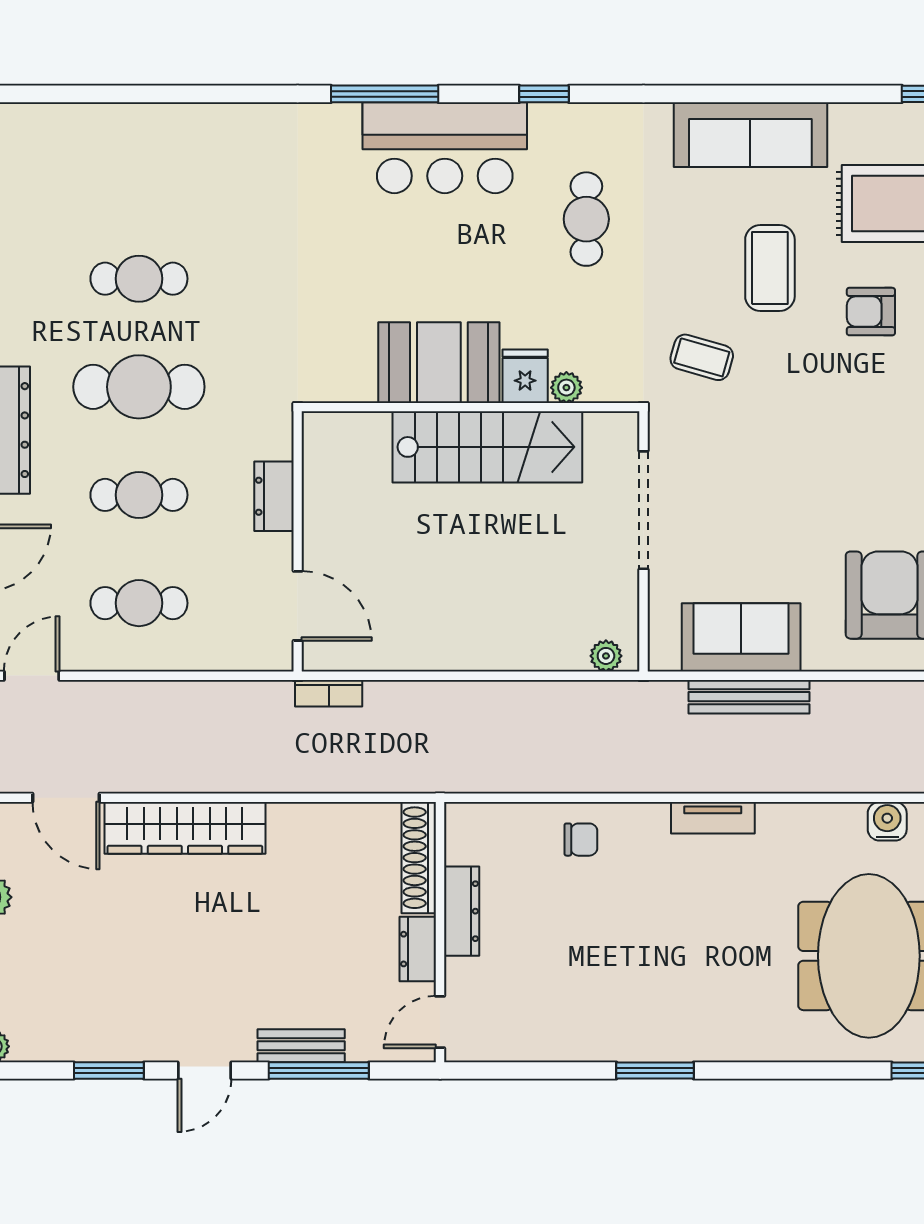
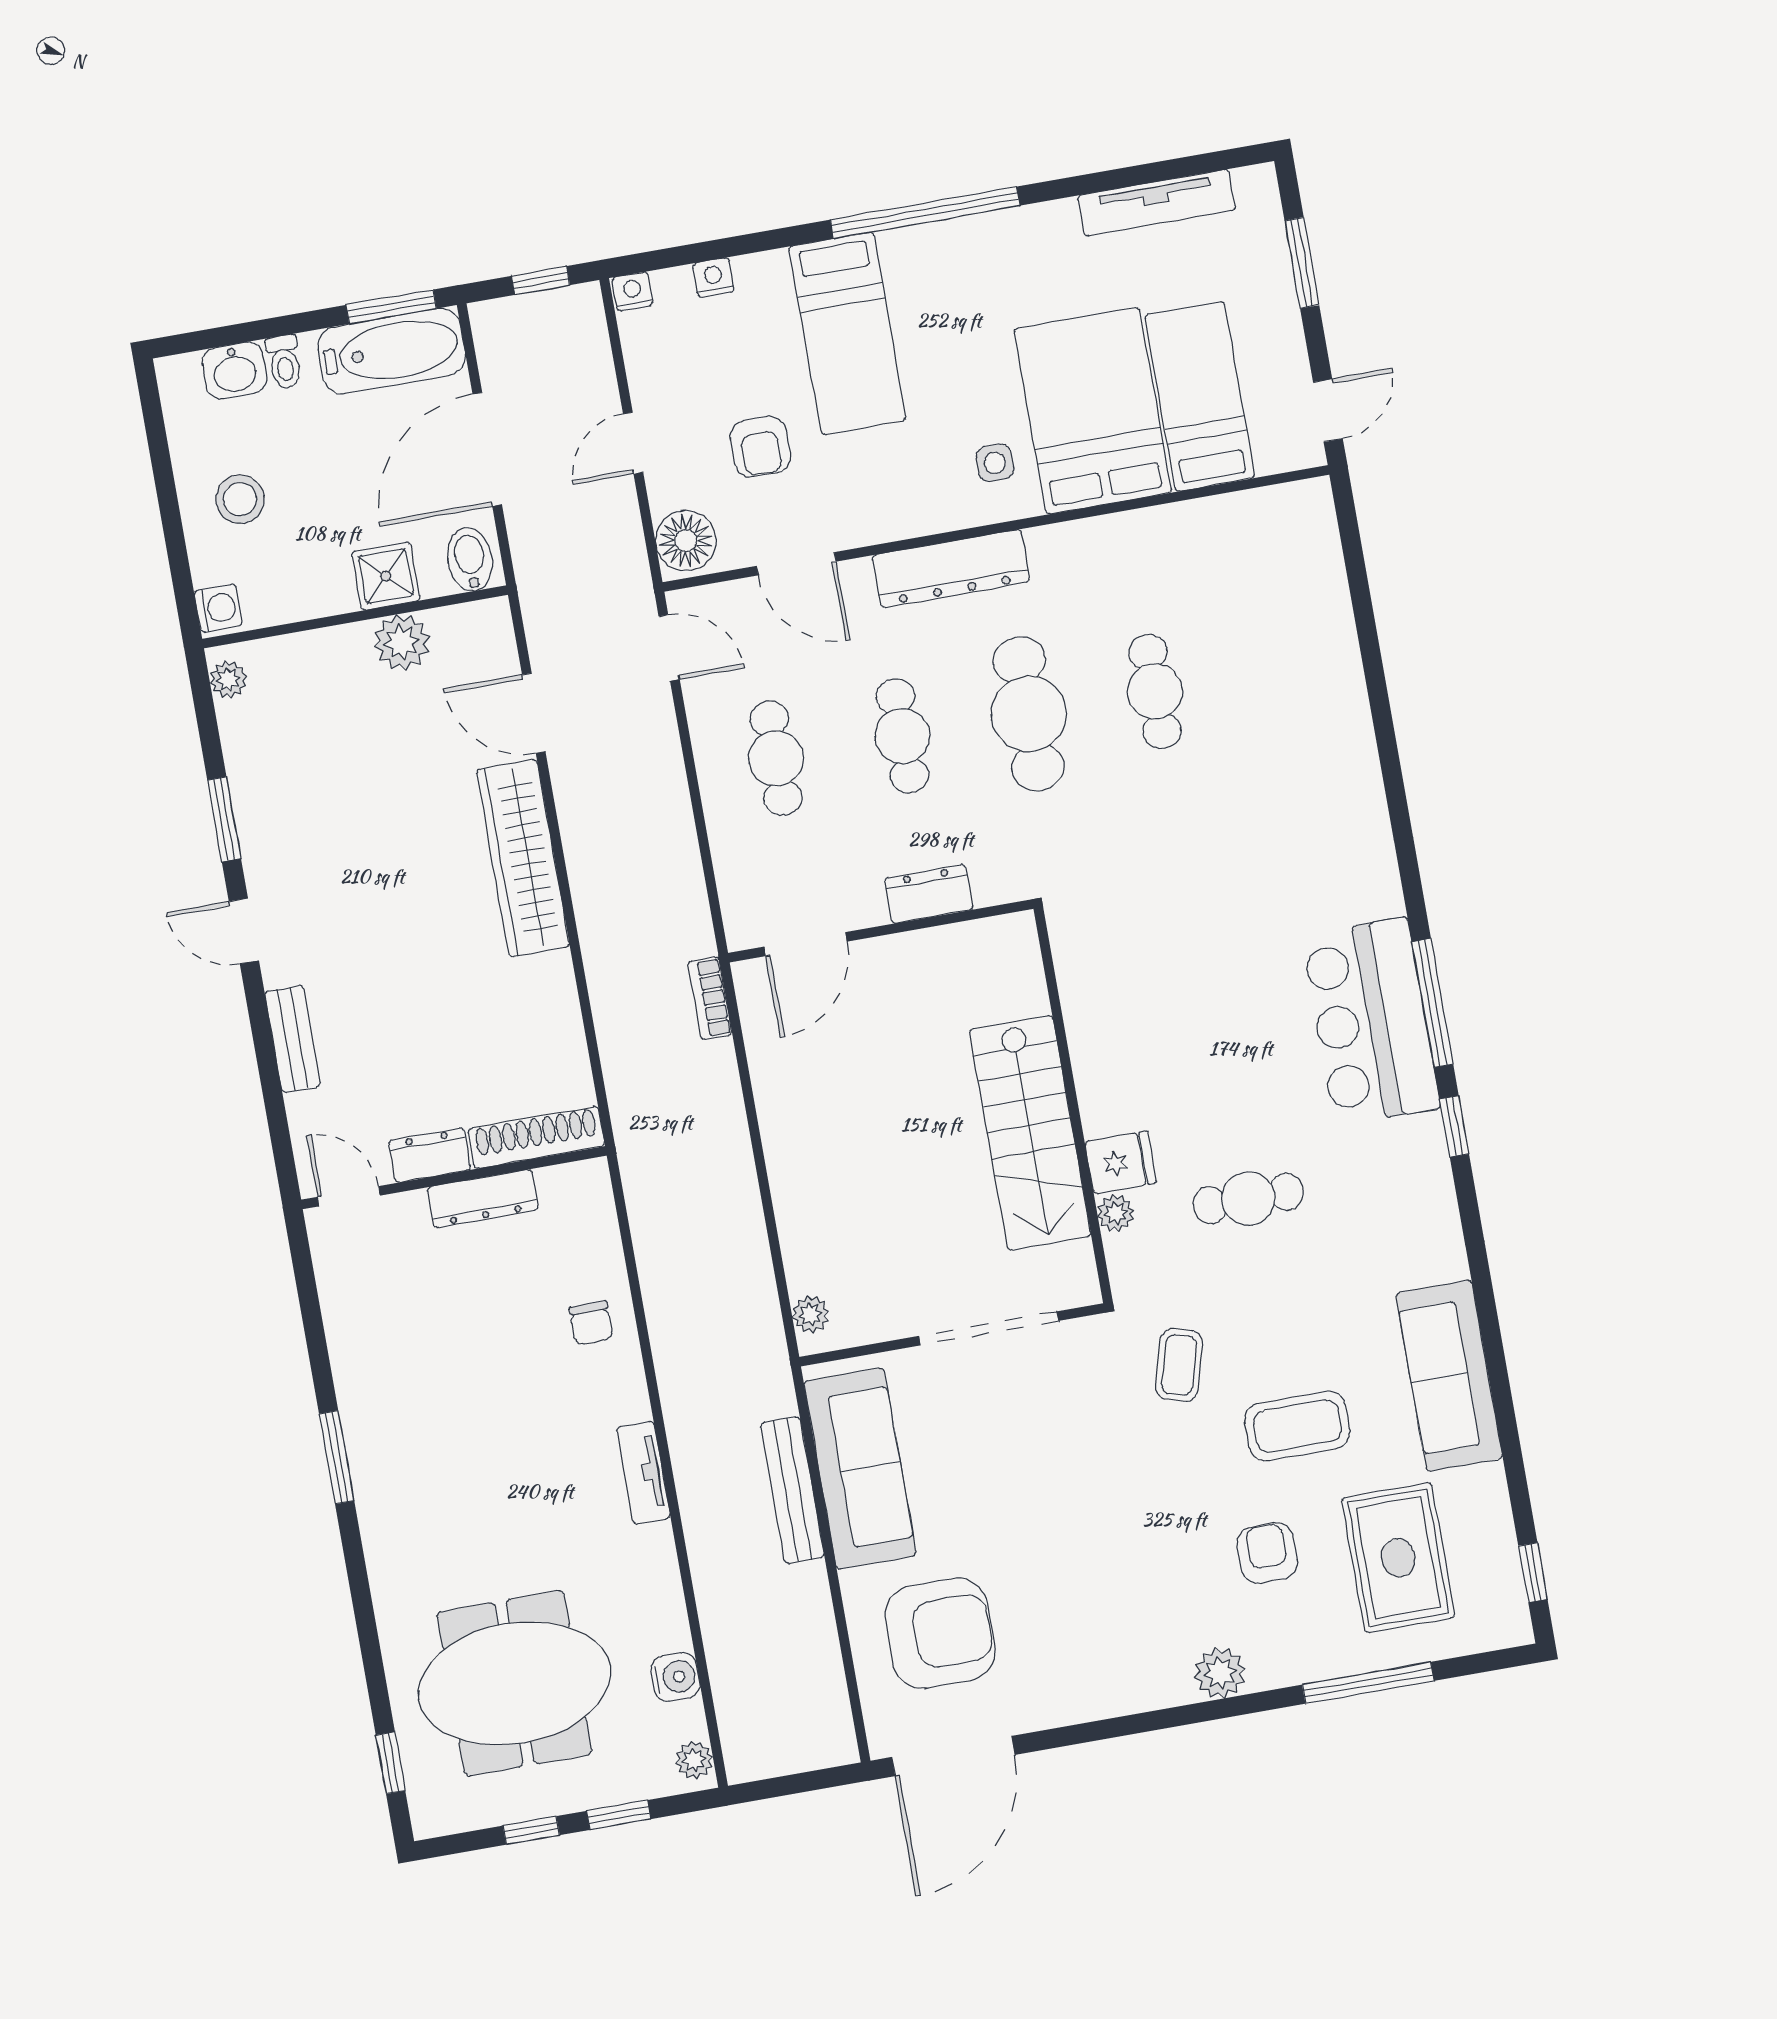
window: (385, 94) -> (1432, 1003), moved
cafe table: (586, 219) -> (1248, 1198), moved
booth: (439, 363) -> (1119, 1059), removed
sofa: (741, 637) -> (860, 1469), width x1.36
door: (66, 798) -> (534, 713), hinge flipped
window: (319, 1070) -> (267, 1064), removed

